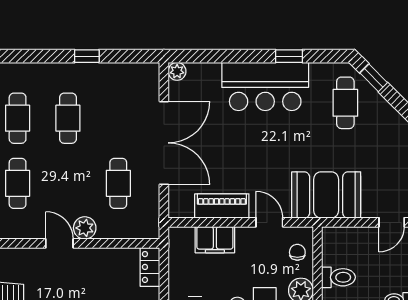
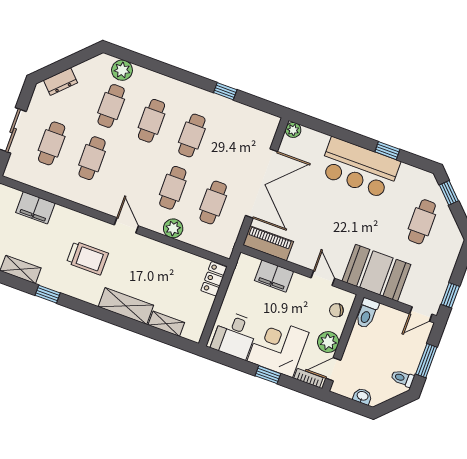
cafe table: (345, 103) -> (422, 222), moved
cafe table: (18, 183) -> (173, 188), moved
piano: (222, 206) -> (268, 243), moved
door: (59, 243) -> (126, 225), moved
chair: (297, 252) -> (336, 310), turned -112
toilet: (338, 277) -> (367, 313), moved, turned 90

